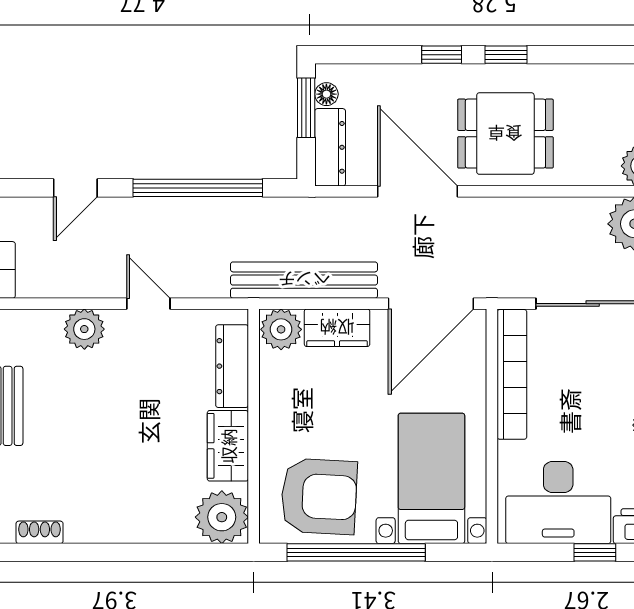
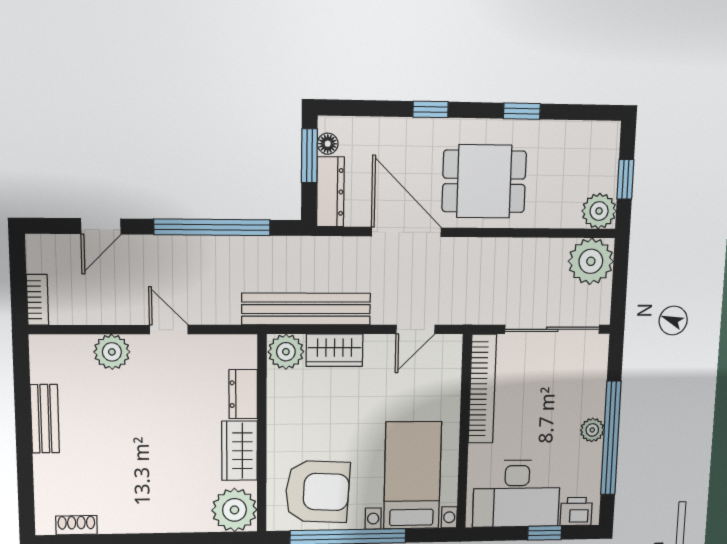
window: (506, 55) -> (522, 111), moved
door: (431, 304) -> (416, 329), width x0.53
dresser: (232, 366) -> (243, 394), width x0.70

